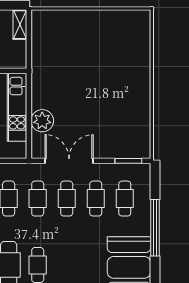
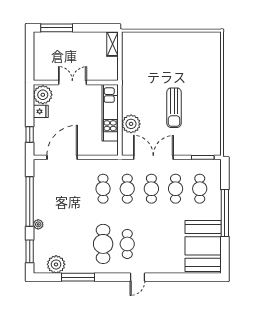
sun lounger: (94, 101) -> (174, 108), added

